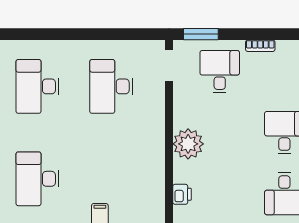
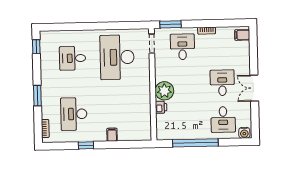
desk: (37, 86) -> (73, 58), width x0.73
desk: (111, 86) -> (117, 57), width x1.36, depth x1.30
printer: (182, 194) -> (161, 107), moved

